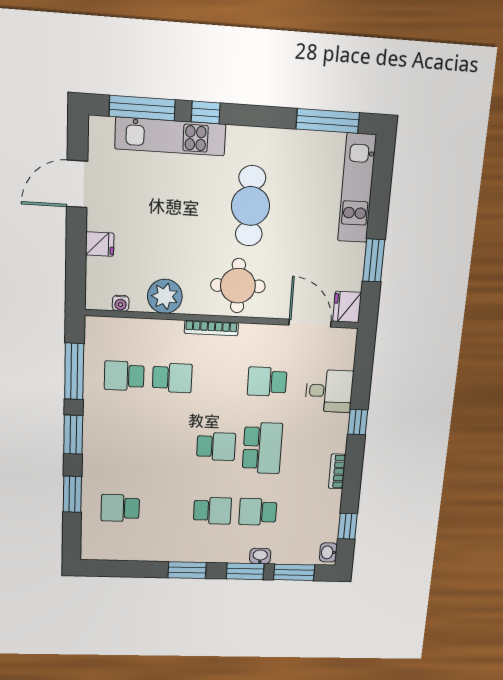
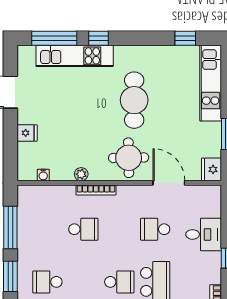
window: (328, 121) -> (185, 38), width x0.46
plant: (165, 296) -> (81, 174), width x0.53, depth x0.53
door: (310, 323) -> (169, 183), moved
bookcase: (211, 328) -> (96, 190), moved
school desk: (124, 376) -> (47, 282), moved

